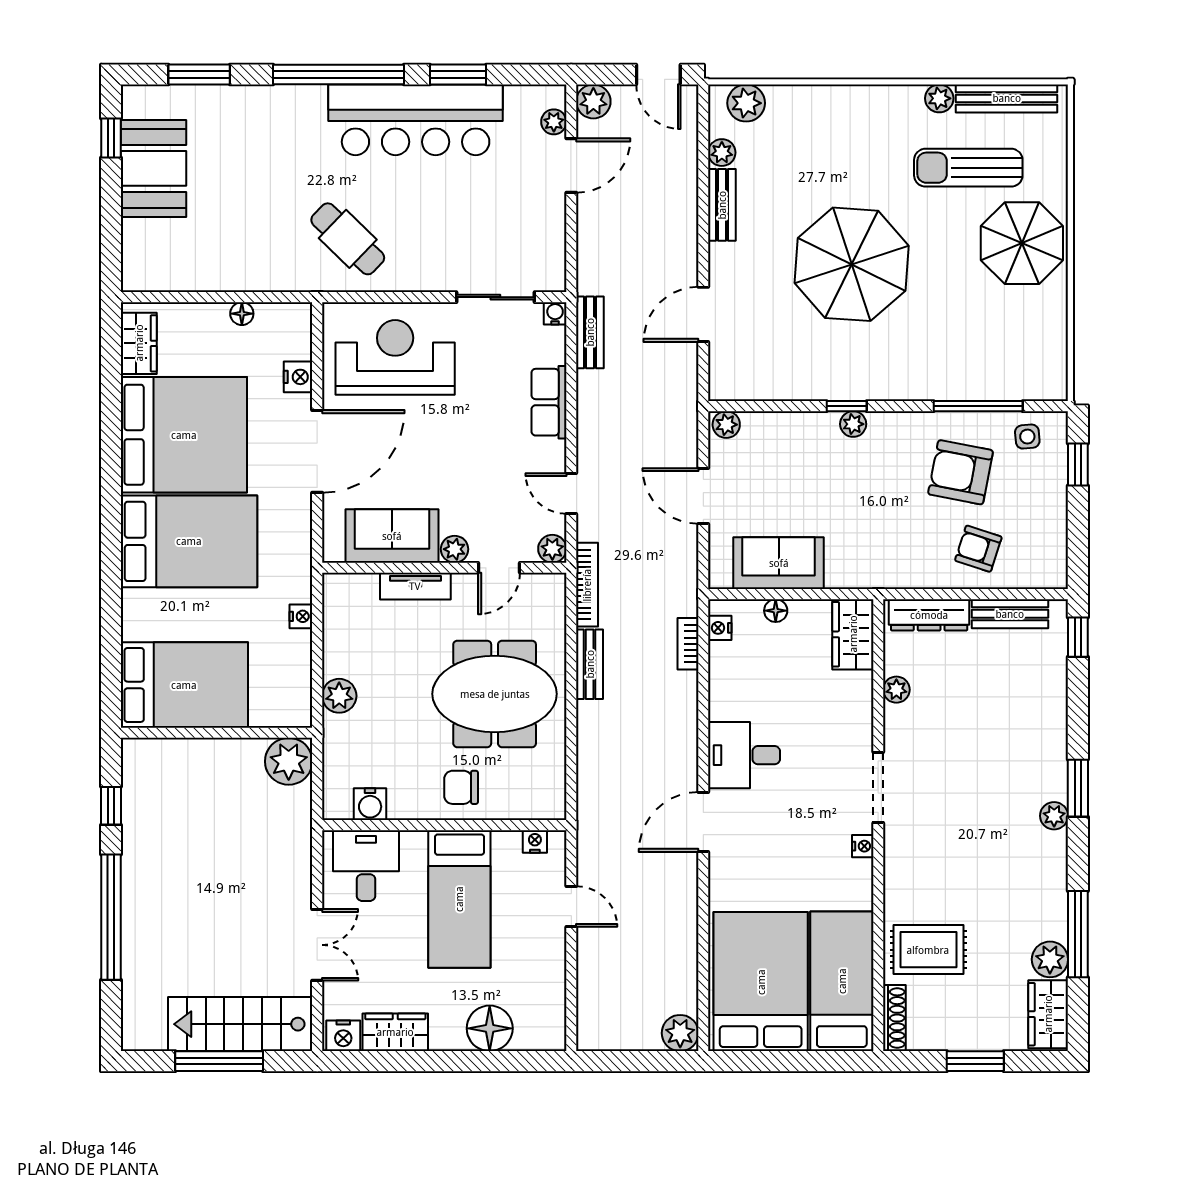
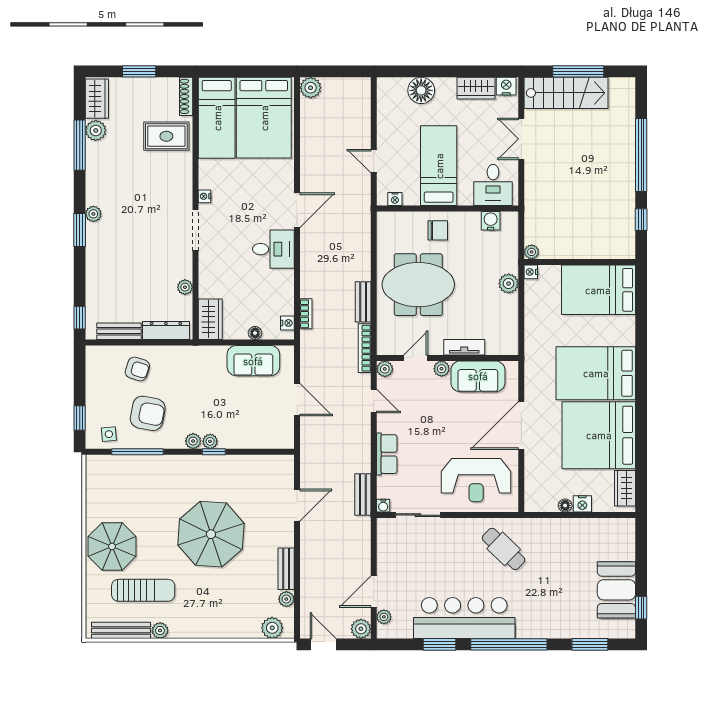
nightstand: (298, 377) -> (582, 504), moved, turned -90
plant: (726, 425) -> (193, 441), moved
nightstand: (301, 616) -> (531, 272), moved
plant: (289, 761) -> (532, 252), width x0.53, depth x0.53

